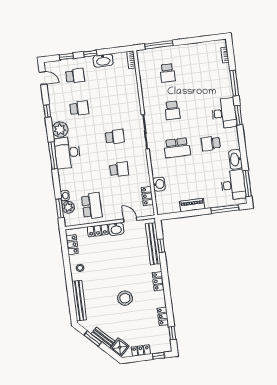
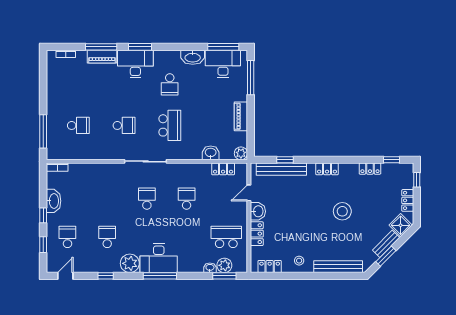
piano: (226, 85) -> (102, 57), added
plant: (162, 209) -> (241, 153), added

